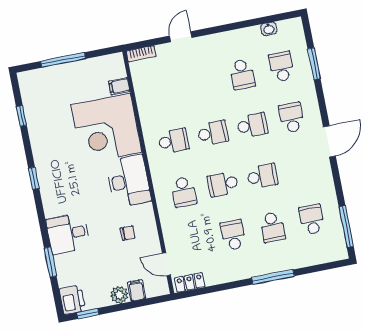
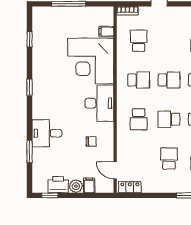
school desk: (163, 90) -> (139, 41), added
printer: (72, 300) -> (58, 185), moved, turned -90

